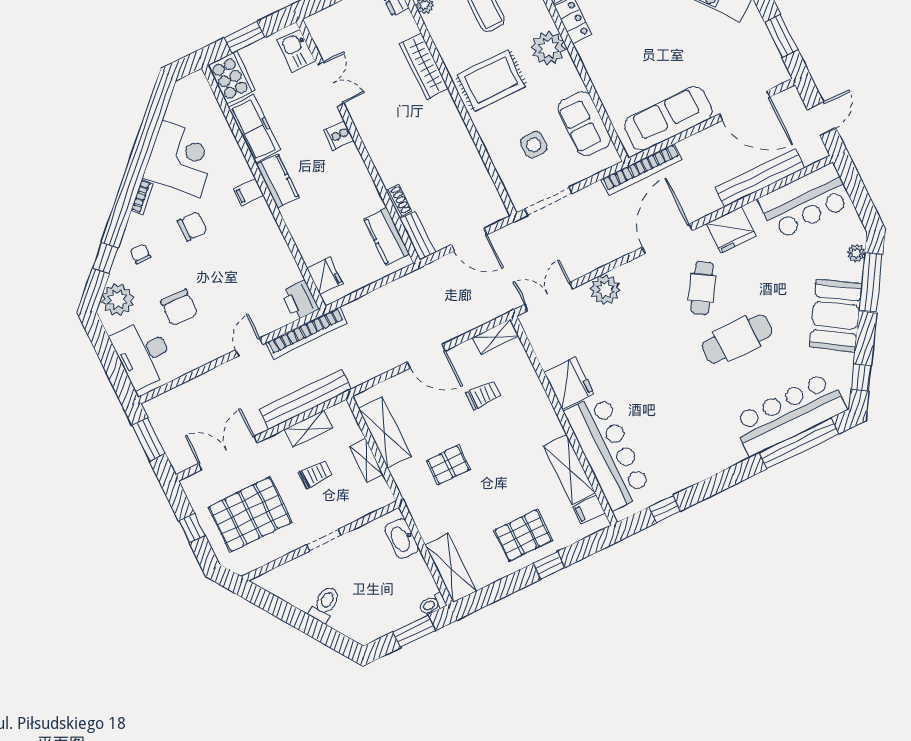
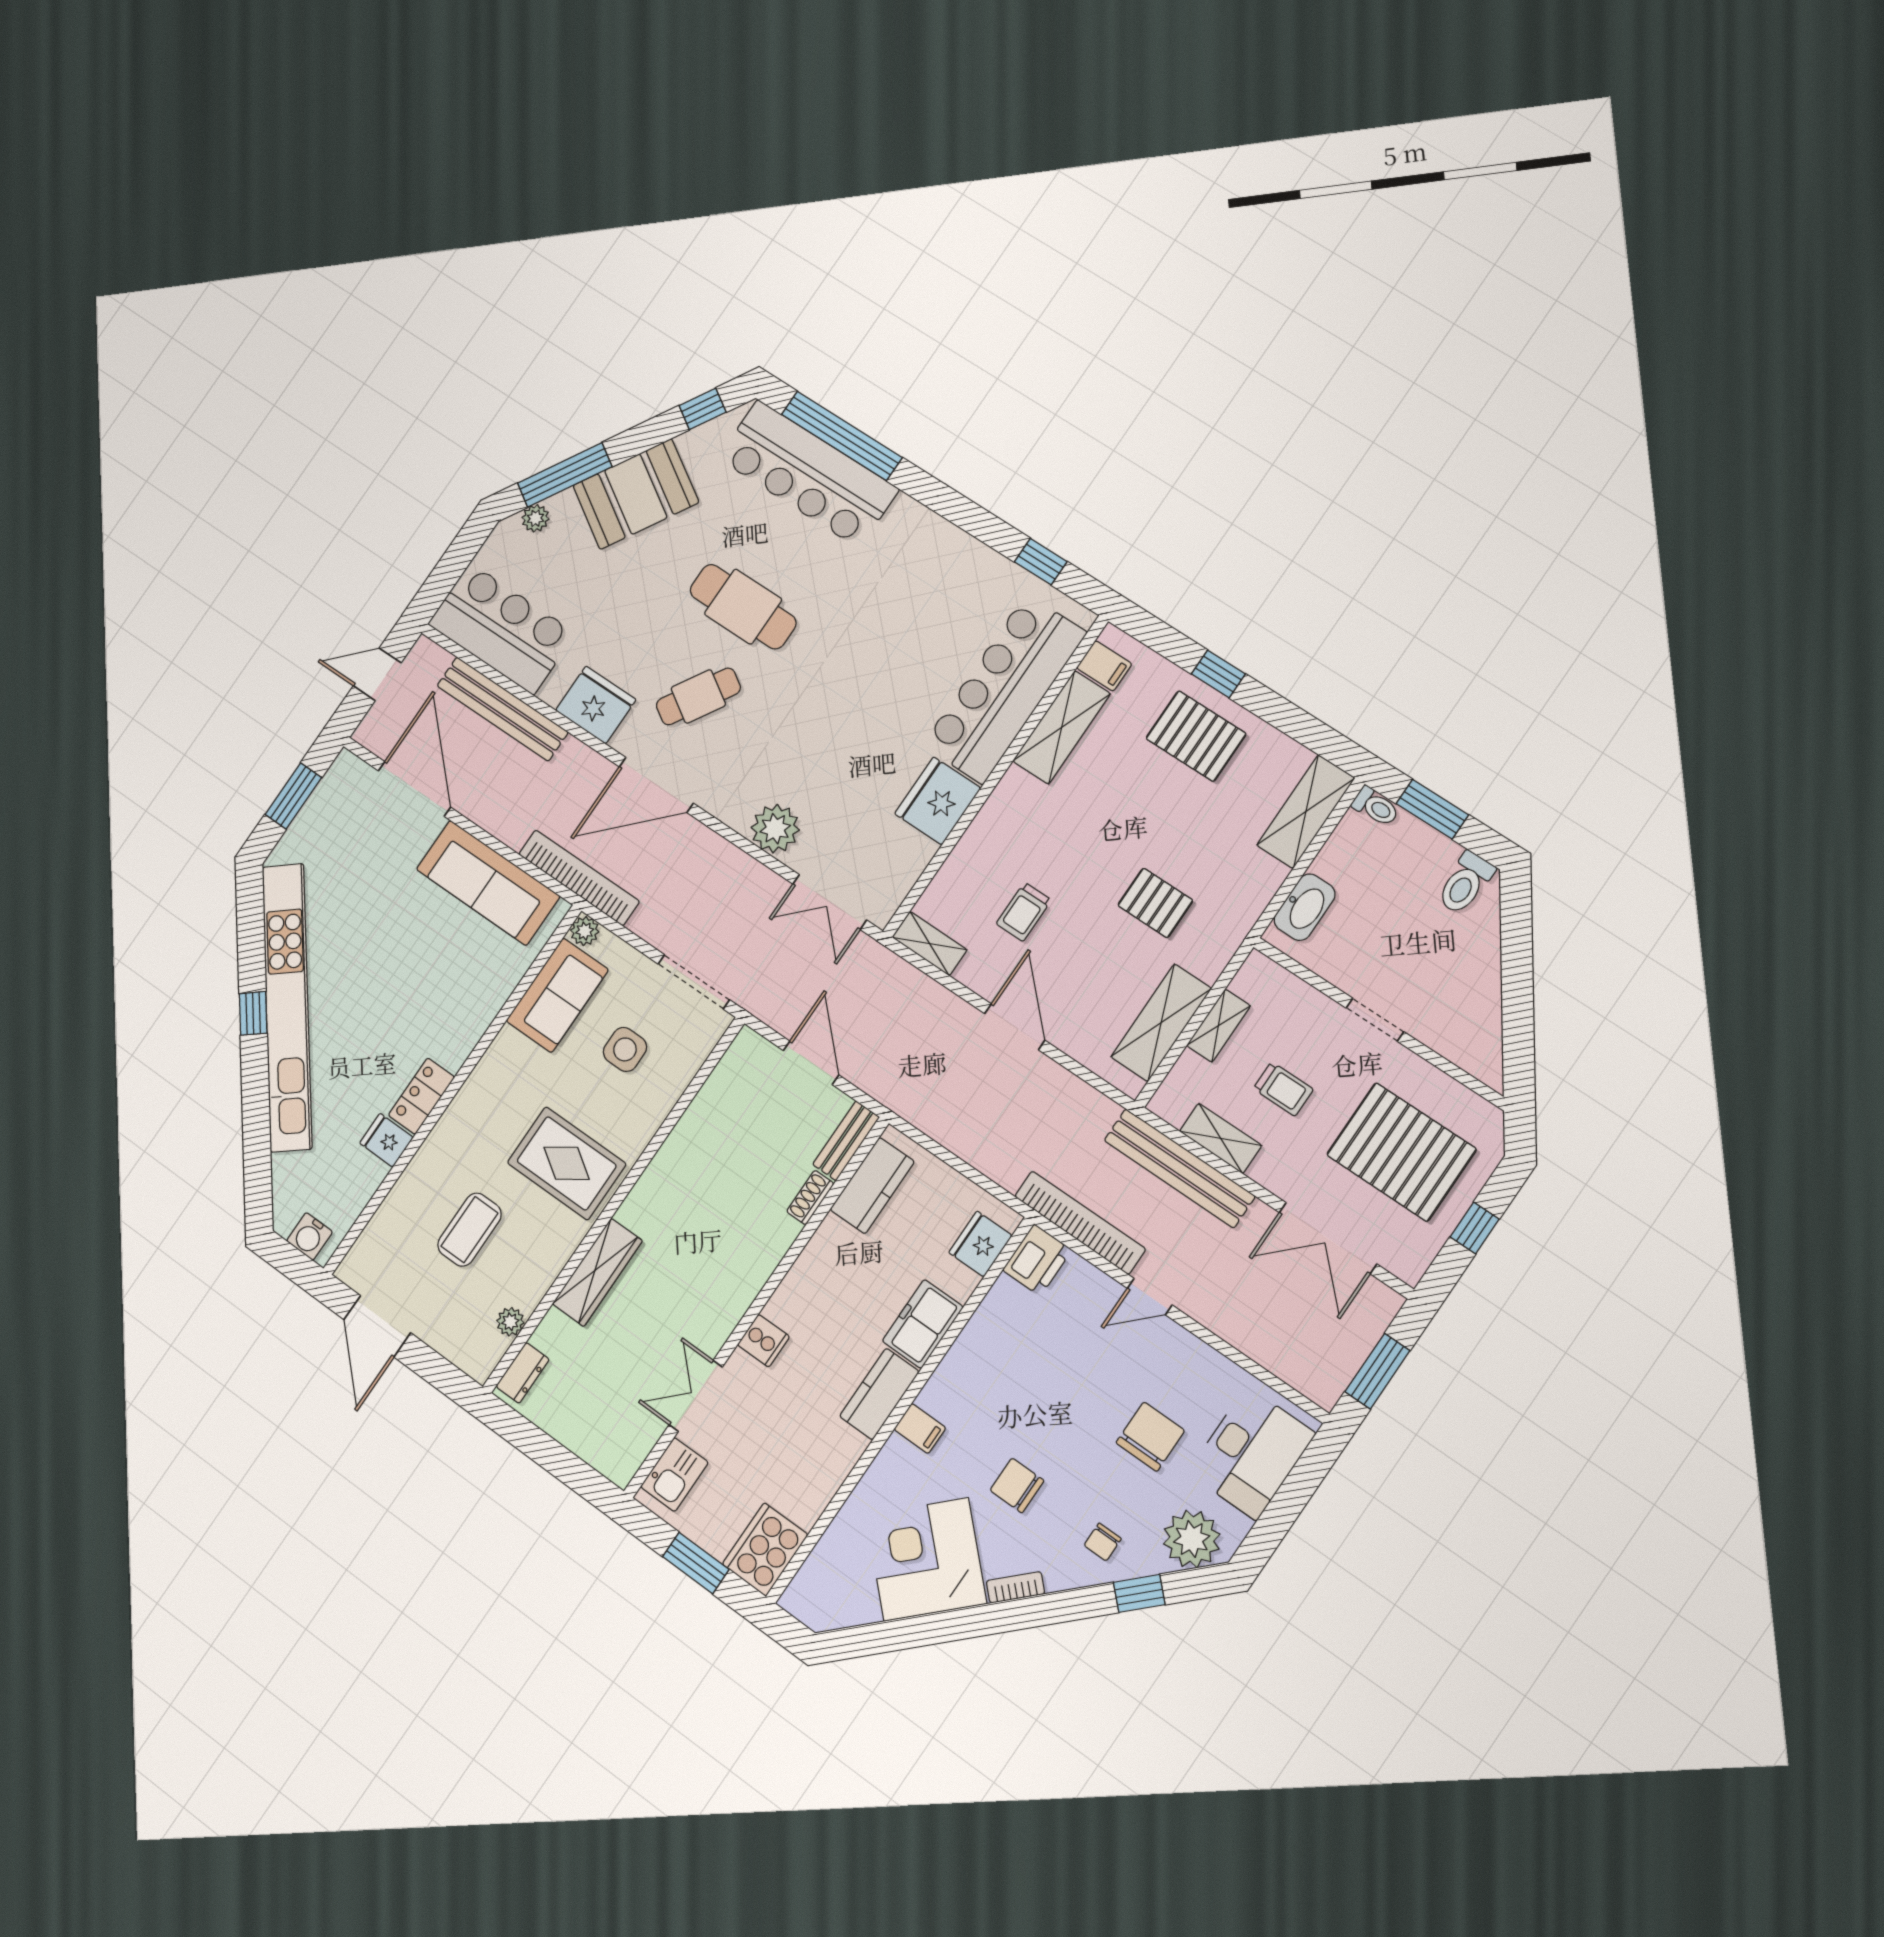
plant: (548, 48) -> (585, 931), moved, width x0.53, depth x0.53
freezer: (255, 129) -> (923, 1324), moved, width x0.71
trolley: (484, 395) -> (1024, 912), turned -90
trolley: (315, 474) -> (1283, 1089), turned 180
toilet: (325, 604) -> (1465, 883), moved, turned -56

